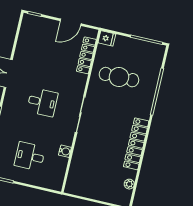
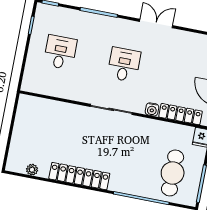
cafe table: (119, 77) -> (173, 173), moved
desk: (42, 102) -> (124, 65), turned 180
water cooler: (65, 151) -> (152, 109), moved

